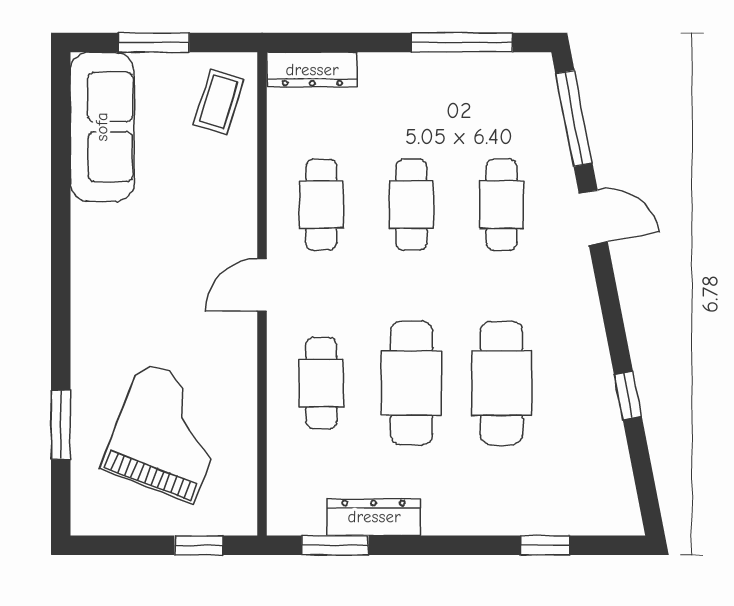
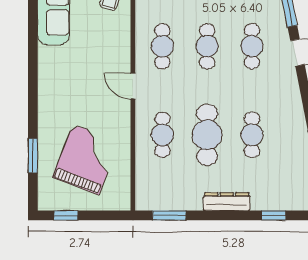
door: (262, 285) -> (133, 86), hinge flipped
cafe table: (502, 383) -> (252, 135), width x0.73, depth x0.74
dresser: (374, 517) -> (227, 202), moved
window: (199, 545) -> (66, 215), moved

